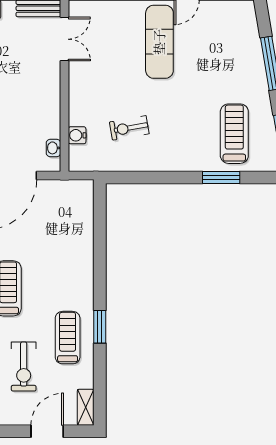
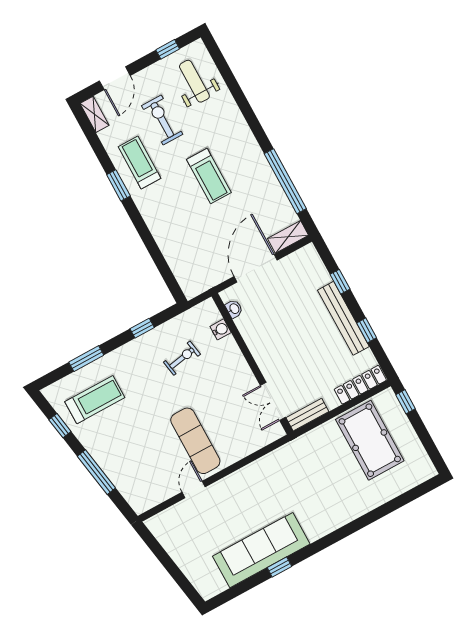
treadmill: (234, 134) -> (95, 400), turned -90
window: (152, 177) -> (142, 328), added
treadmill: (68, 338) -> (140, 163), turned 180

